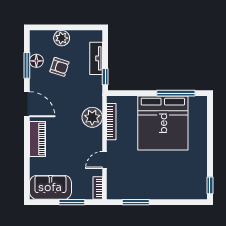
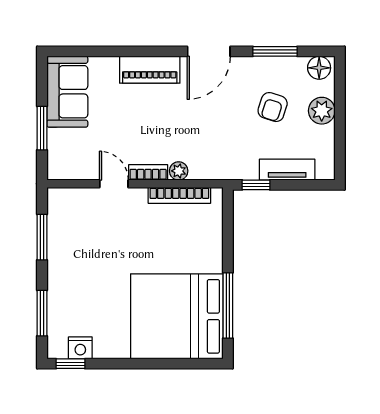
floor lamp: (36, 61) -> (319, 68), moved
plant: (92, 117) -> (179, 171), width x0.53, depth x0.53
bed: (163, 123) -> (177, 316), moved
nightstand: (201, 180) -> (80, 348), added
bookcase: (98, 188) -> (148, 172), moved
window: (180, 202) -> (42, 313), added

